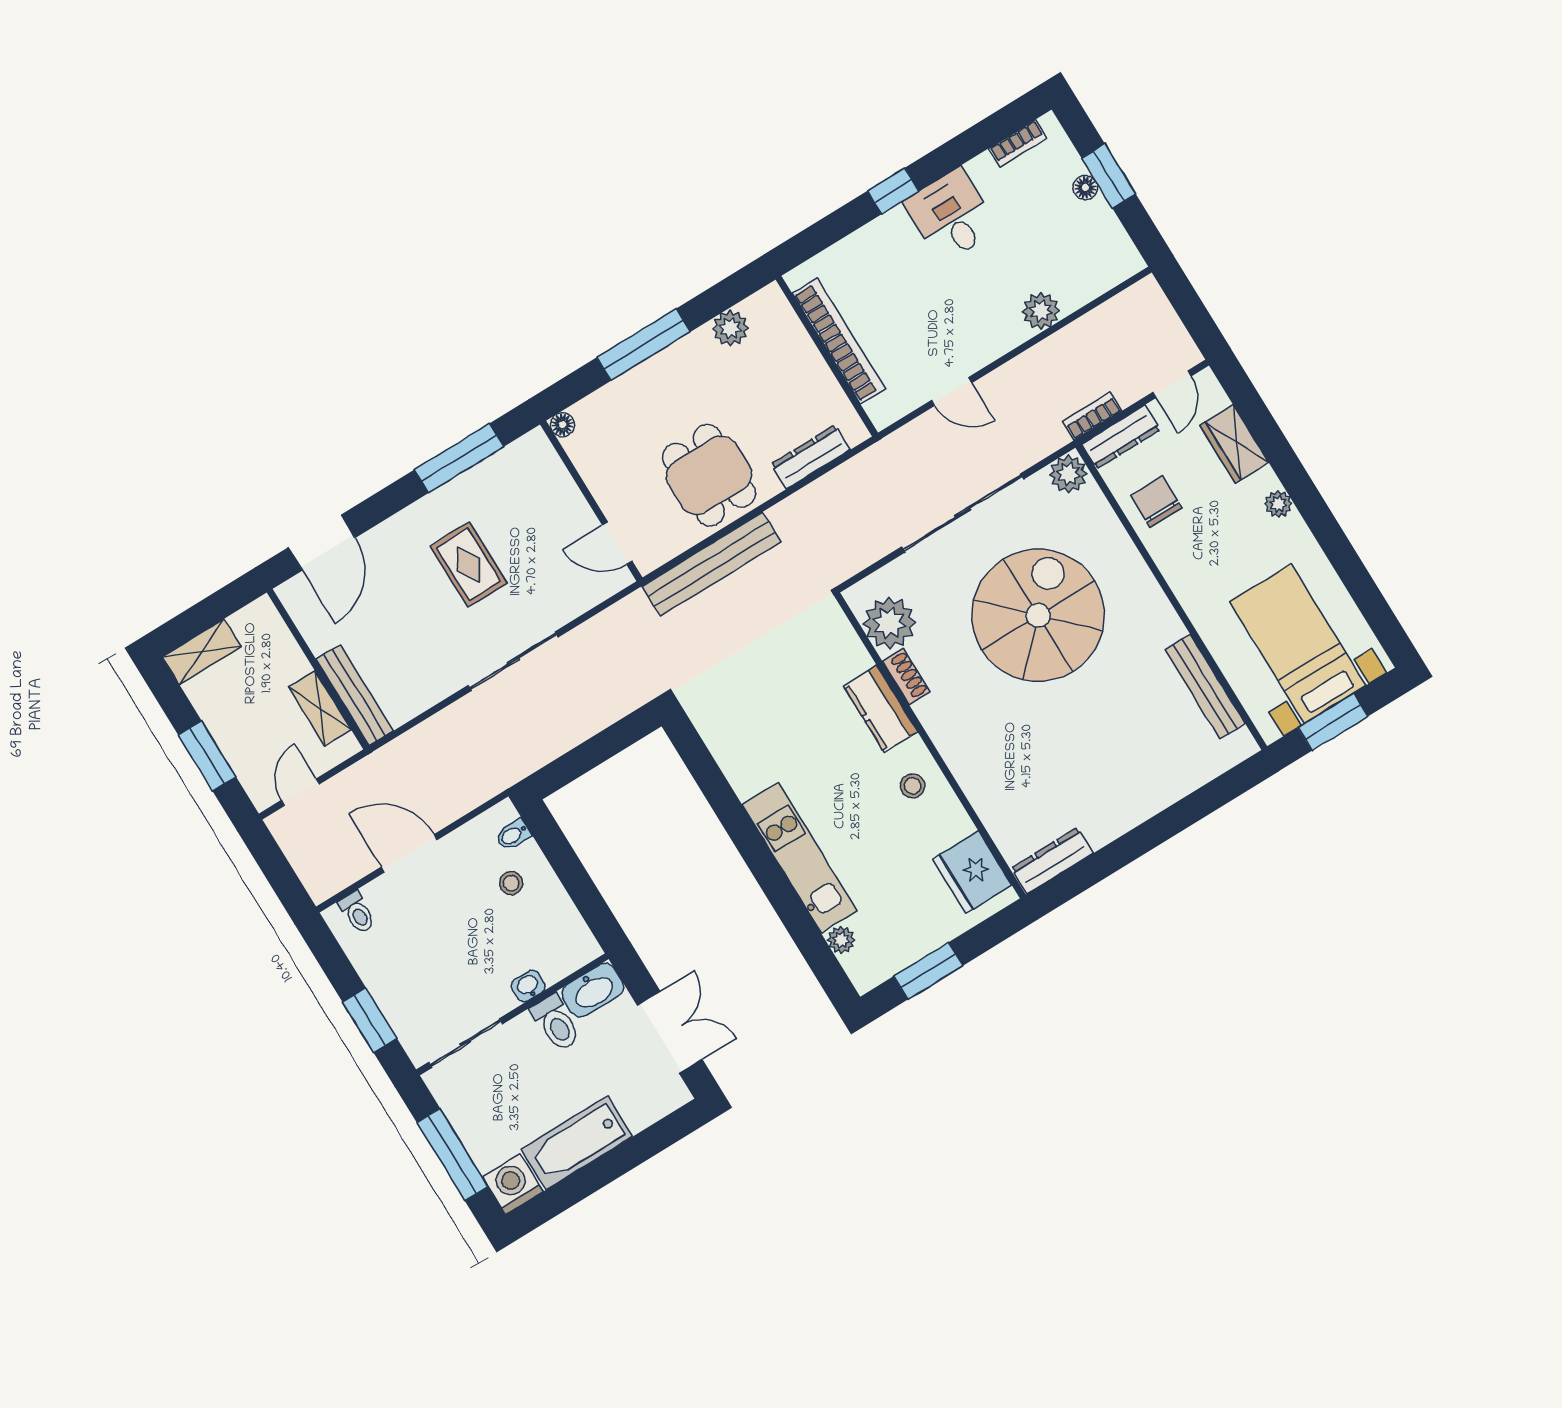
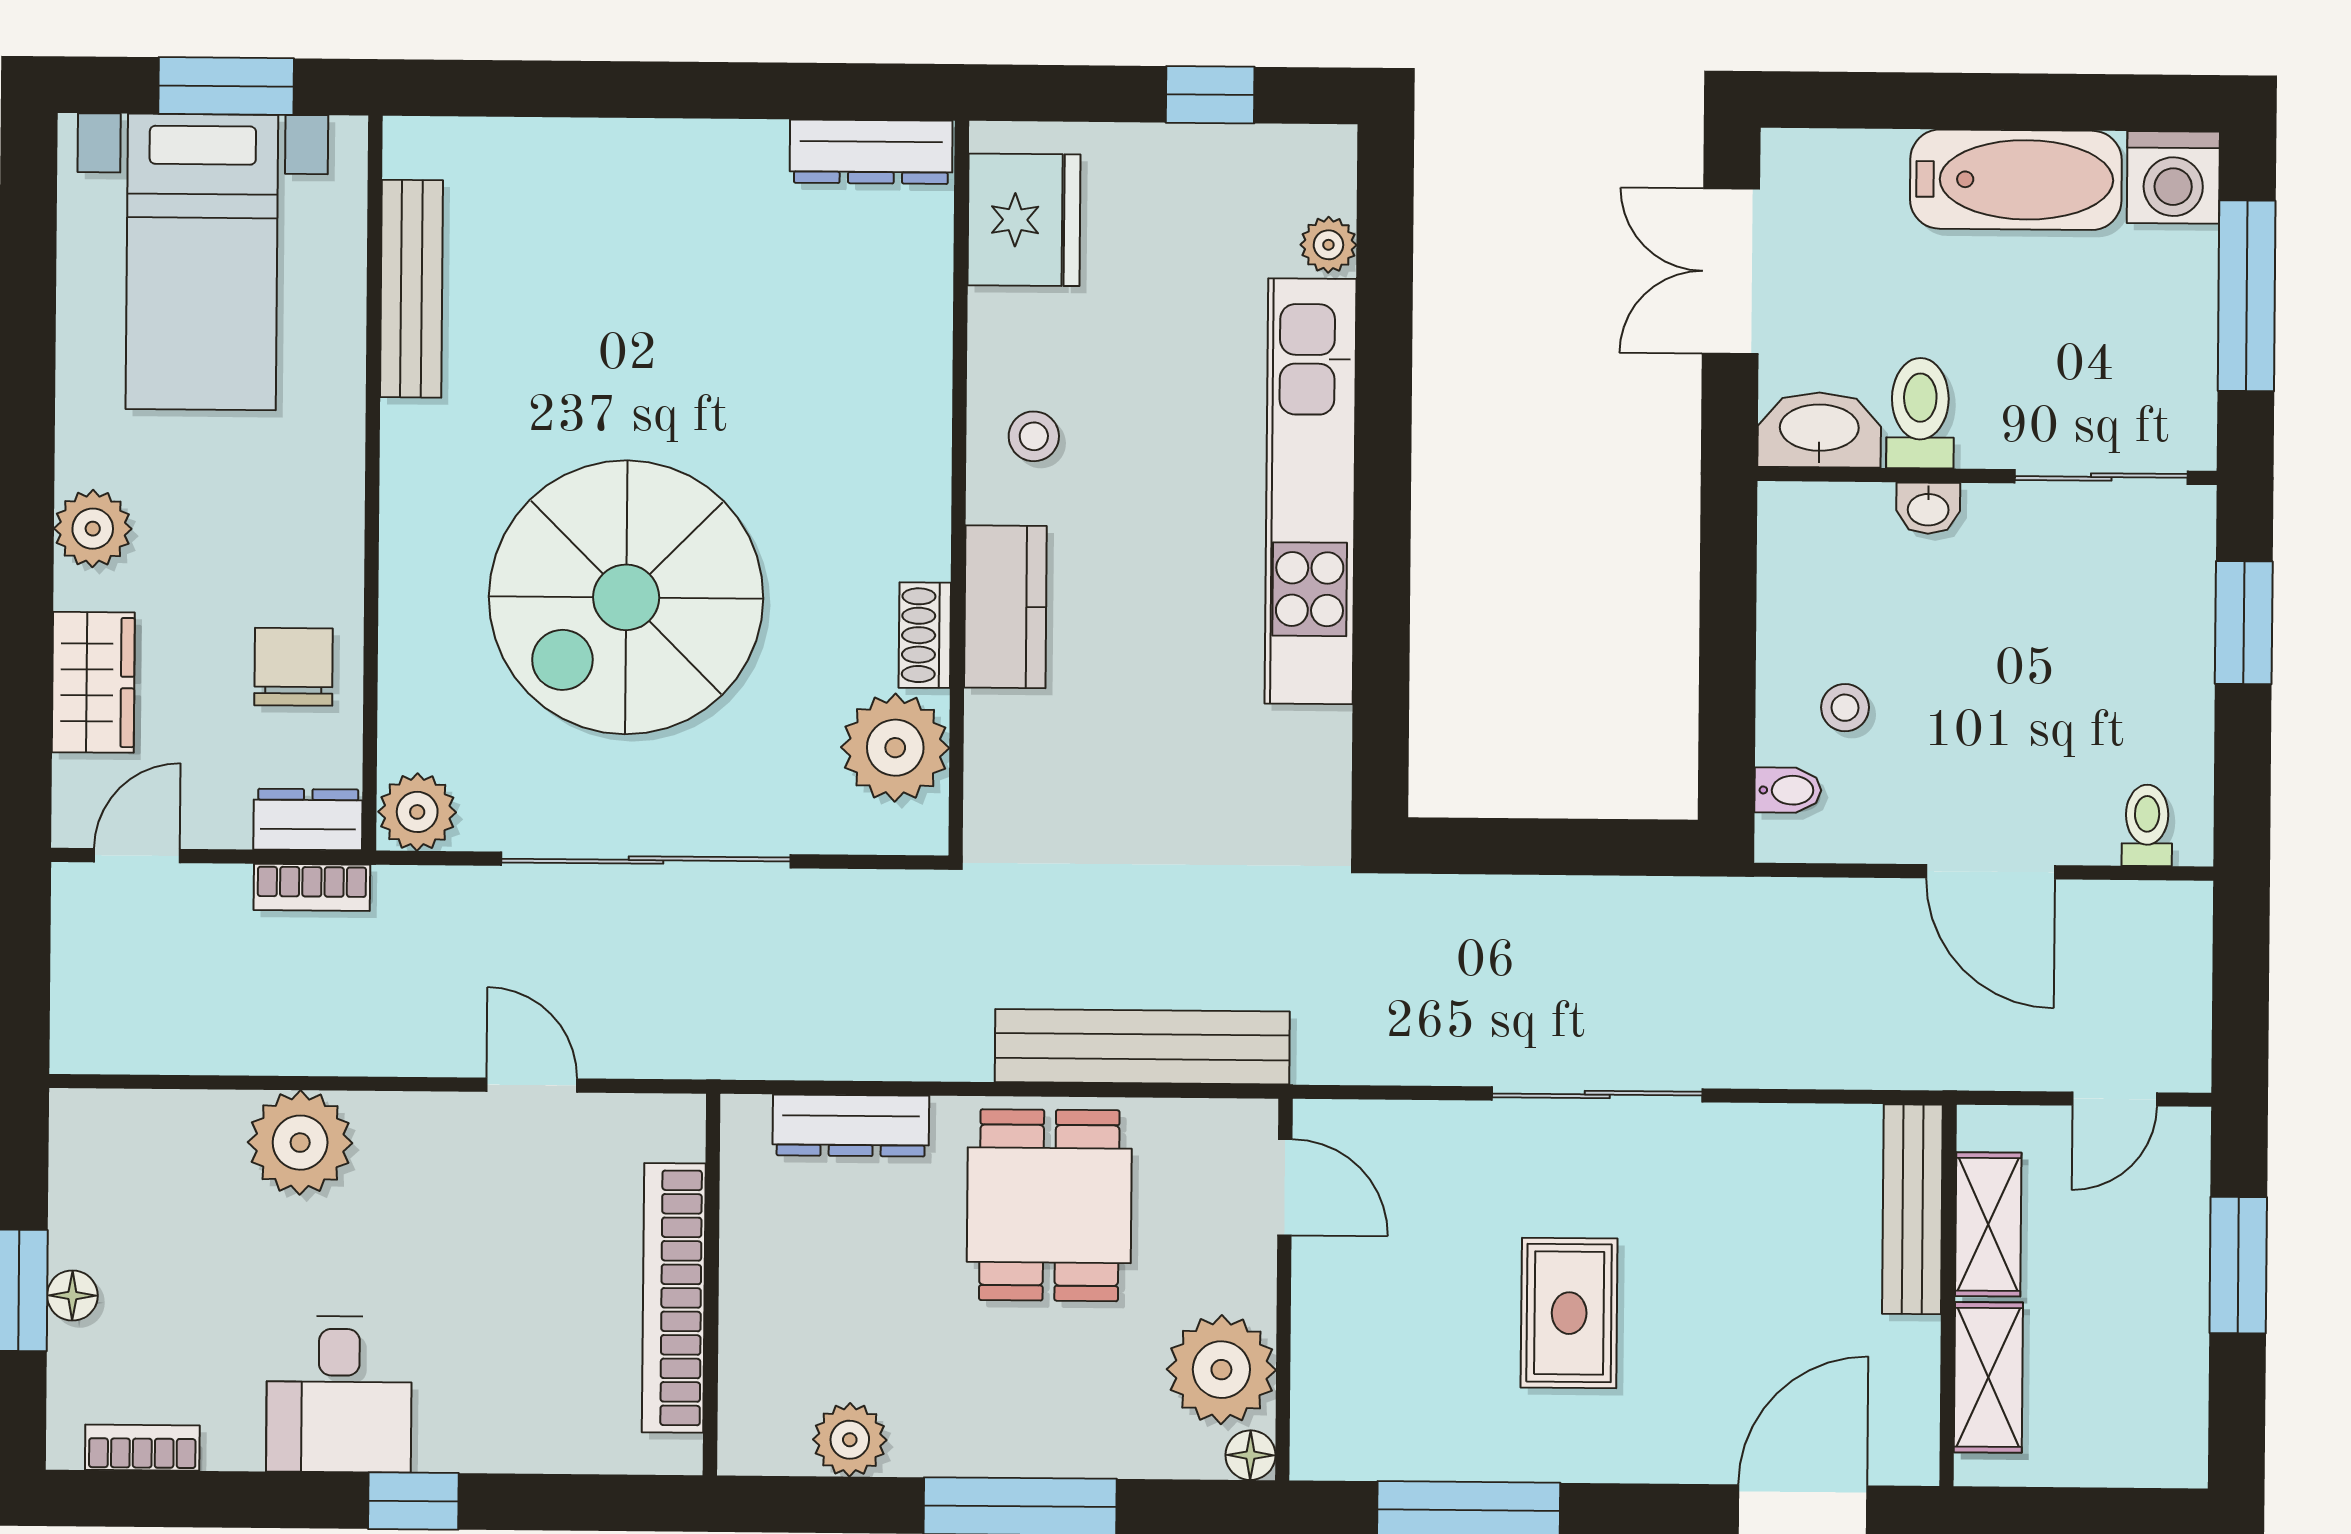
plant: (1041, 311) -> (300, 1143), width x1.36, depth x1.36
dresser: (1121, 437) -> (308, 819), width x0.70
plant: (596, 452) -> (1221, 1370), added
chair: (1156, 502) -> (294, 667), turned 180
plant: (1278, 504) -> (93, 529), width x1.38, depth x1.38
shelving: (202, 652) -> (1988, 1377), moved, turned 90
kitchen unit: (800, 858) -> (1310, 491), width x1.36
window: (928, 971) -> (1210, 95), width x0.67

